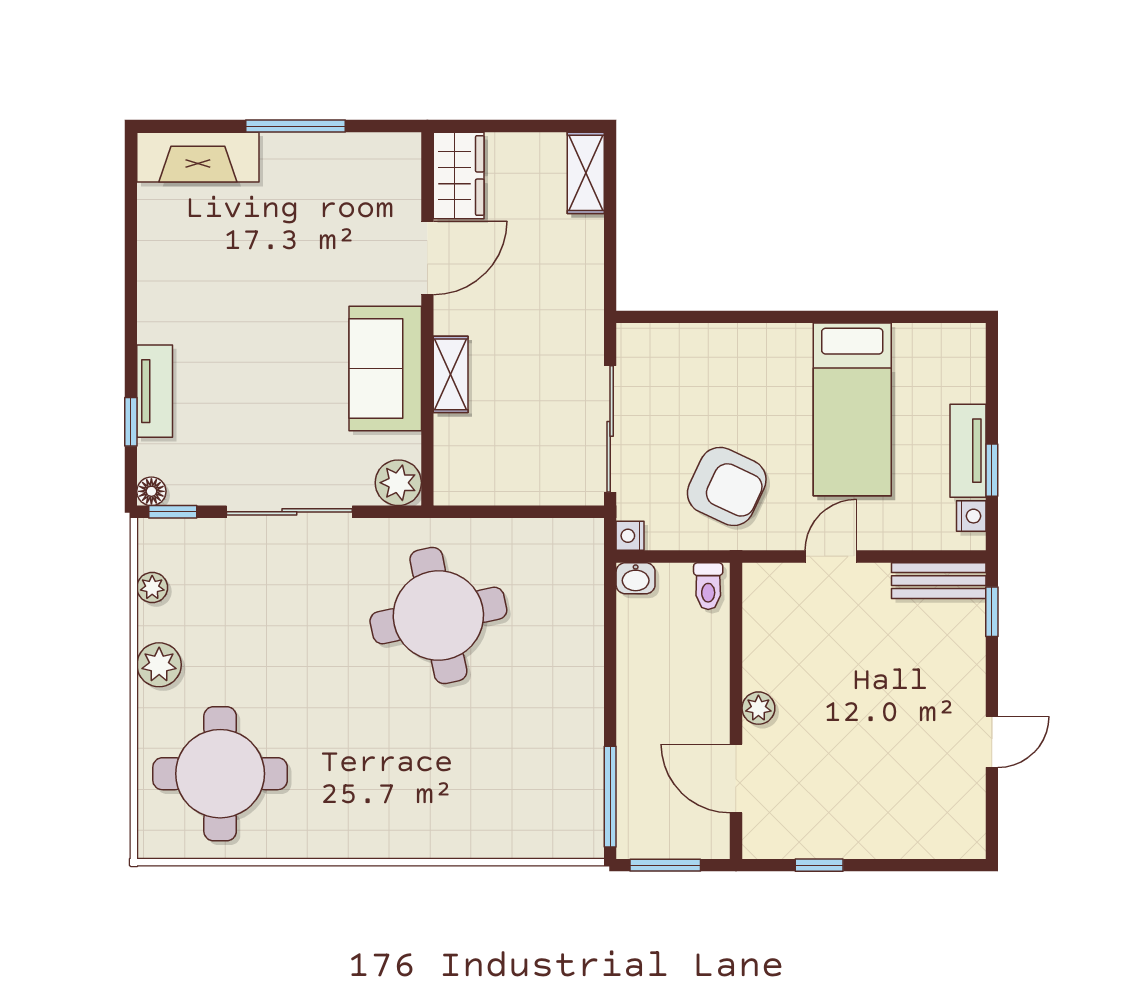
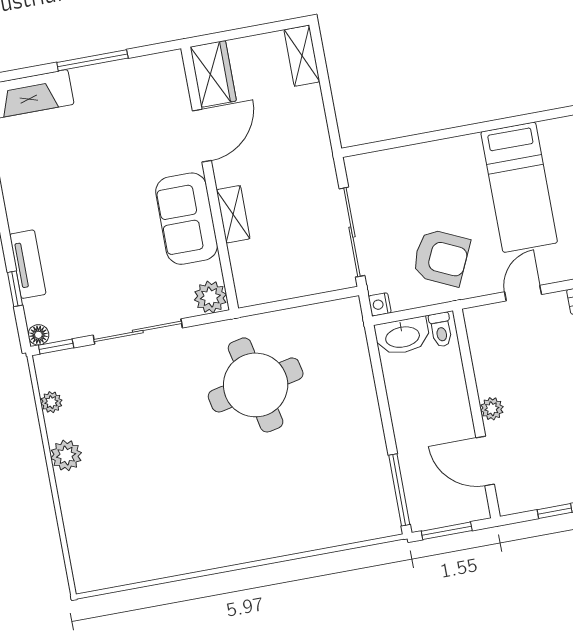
washbasin: (636, 578) -> (402, 336), width x1.91, depth x1.45
round table: (220, 774) -> (123, 524), removed

